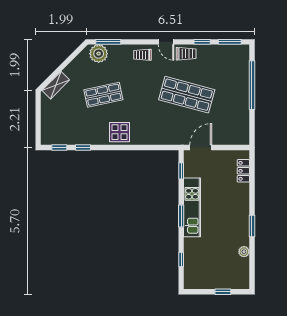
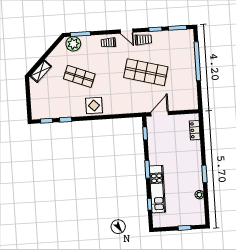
shop shelf: (103, 95) -> (79, 76), turned 33
kitchen unit: (192, 207) -> (157, 189), moved

